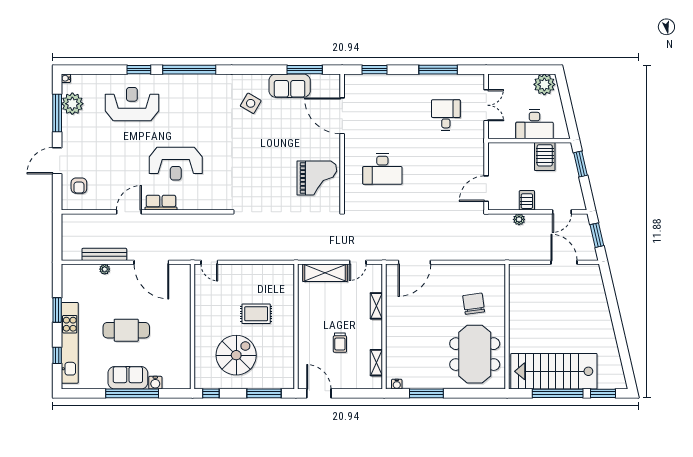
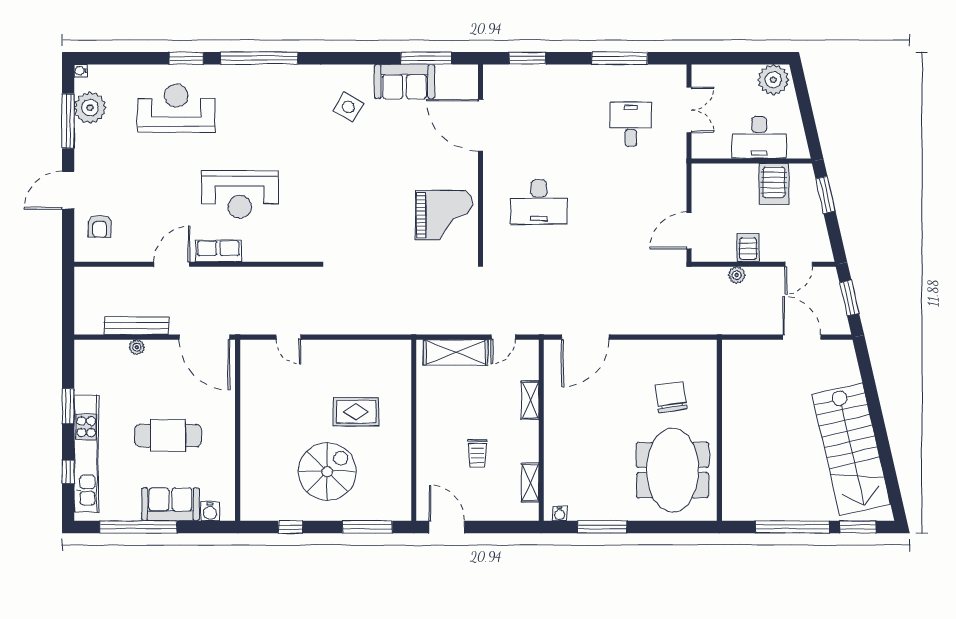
wall: (193, 327) -> (238, 430), moved
stairs: (554, 371) -> (851, 449), moved, turned -103
window: (132, 393) -> (138, 527), moved

